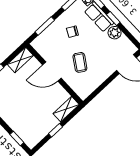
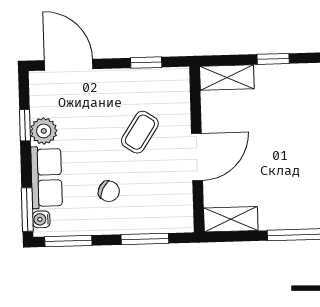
window: (113, 18) -> (25, 125), moved
door: (52, 71) -> (197, 157), hinge flipped
window: (100, 89) -> (146, 63), added

